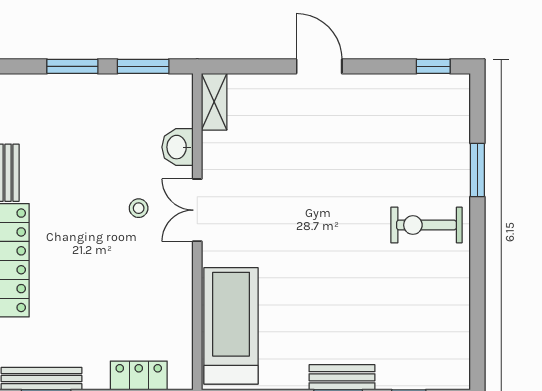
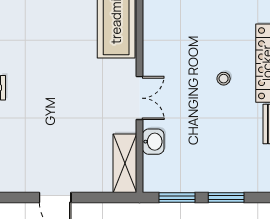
shelving: (214, 102) -> (125, 163), width x1.50, depth x1.33
stool: (139, 208) -> (224, 79), moved

